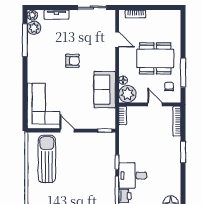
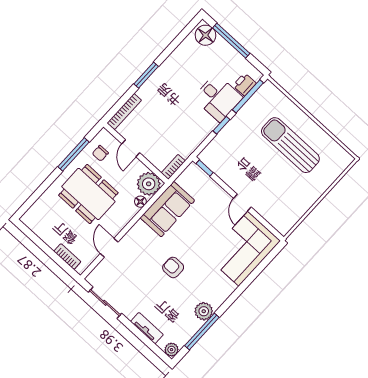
plant: (34, 28) -> (204, 311), moved
sun lounger: (47, 159) -> (290, 145), moved, turned 90

